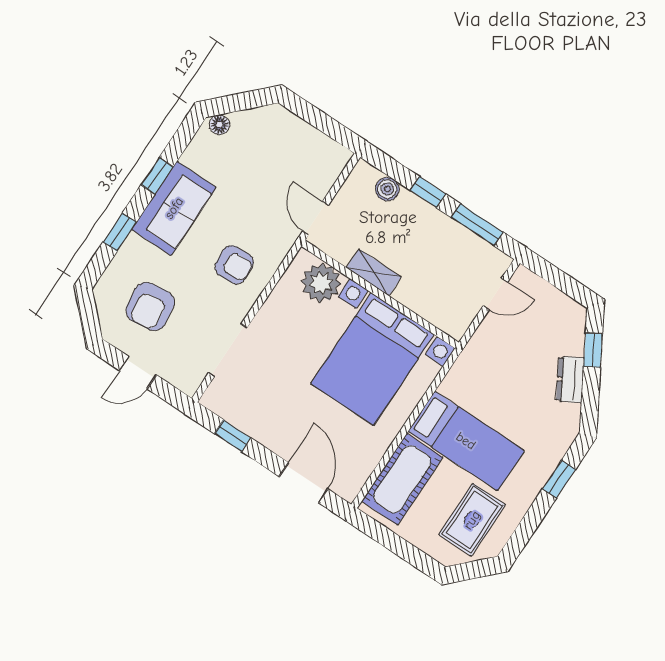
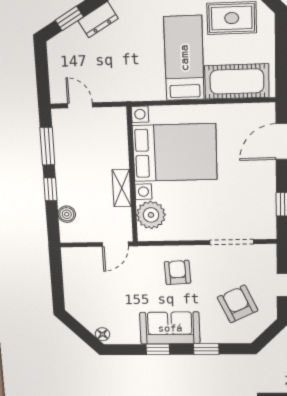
armchair: (150, 306) -> (238, 304), turned -108

